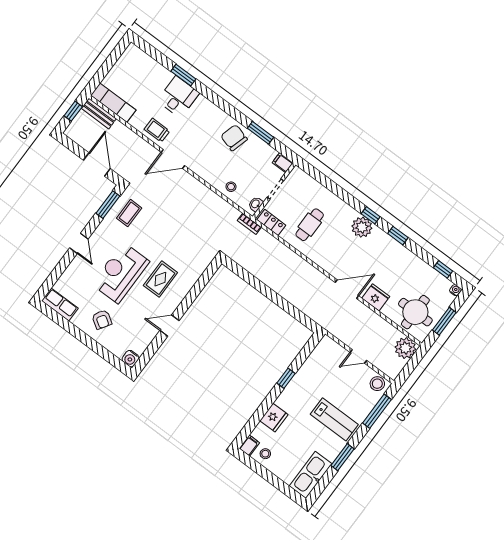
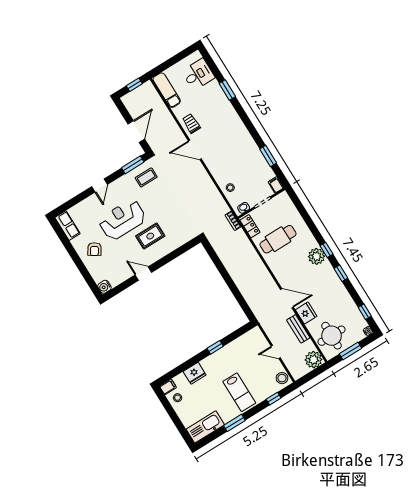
desk: (178, 97) -> (198, 74), moved
bench: (99, 114) -> (298, 329), moved
chair: (234, 138) -> (247, 152), removed
cafe table: (310, 225) -> (278, 239), width x1.37, depth x1.35
window: (377, 411) -> (274, 399), width x0.46

